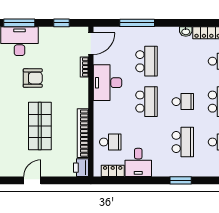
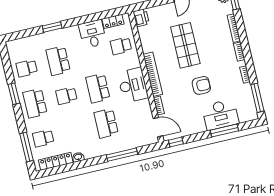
window: (62, 23) -> (176, 142), moved
door: (91, 44) -> (158, 127), swing flipped
armchair: (33, 78) -> (201, 85), turned 180
desk: (108, 83) -> (133, 85), moved
bookcase: (83, 133) -> (153, 74), moved

